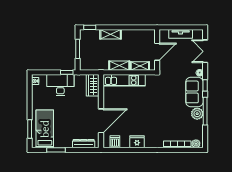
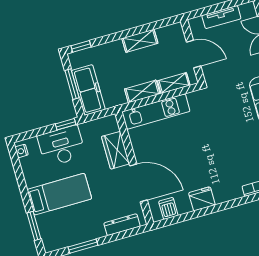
shelving: (111, 34) -> (140, 41), moved
door: (157, 52) -> (194, 54), hinge flipped
freezer: (87, 55) -> (88, 90), added
wardrobe: (93, 85) -> (116, 150), moved
door: (101, 121) -> (139, 183), hinge flipped
bed: (45, 129) -> (59, 194), moved, turned 90

